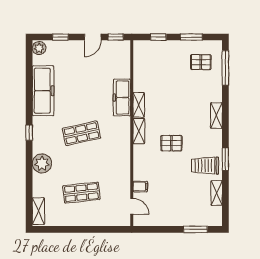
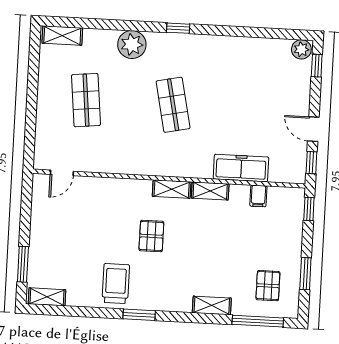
window: (60, 37) -> (317, 66), moved
window: (158, 37) -> (309, 209), moved
freezer: (43, 91) -> (239, 52), removed
freezer: (122, 98) -> (241, 168), moved
shelving: (216, 115) -> (212, 305), moved
window: (225, 159) -> (139, 315), moved
filing cabinet: (140, 187) -> (258, 196), moved
shelving: (217, 193) -> (47, 297), moved

